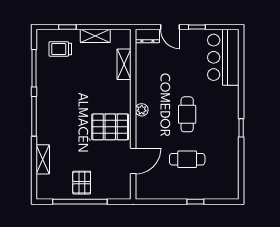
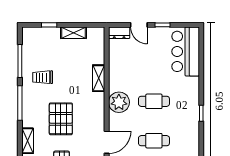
trolley: (60, 49) -> (43, 77), moved
shelving: (124, 64) -> (99, 78), moved
plant: (142, 110) -> (119, 102), width x1.87, depth x1.87
cafe table: (187, 114) -> (154, 101), turned 90
pallet: (110, 127) -> (61, 119), moved, turned 90

